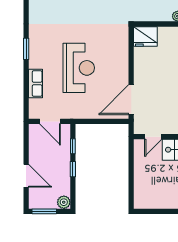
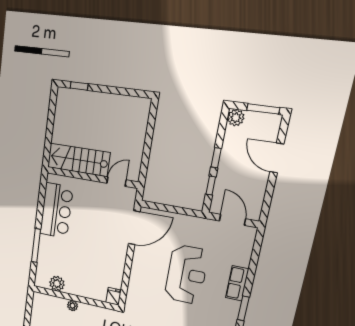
fridge: (145, 36) -> (114, 296), width x0.53, depth x0.75
reception desk: (79, 68) -> (186, 274), turned 180
row of seats: (35, 84) -> (237, 283), moved

